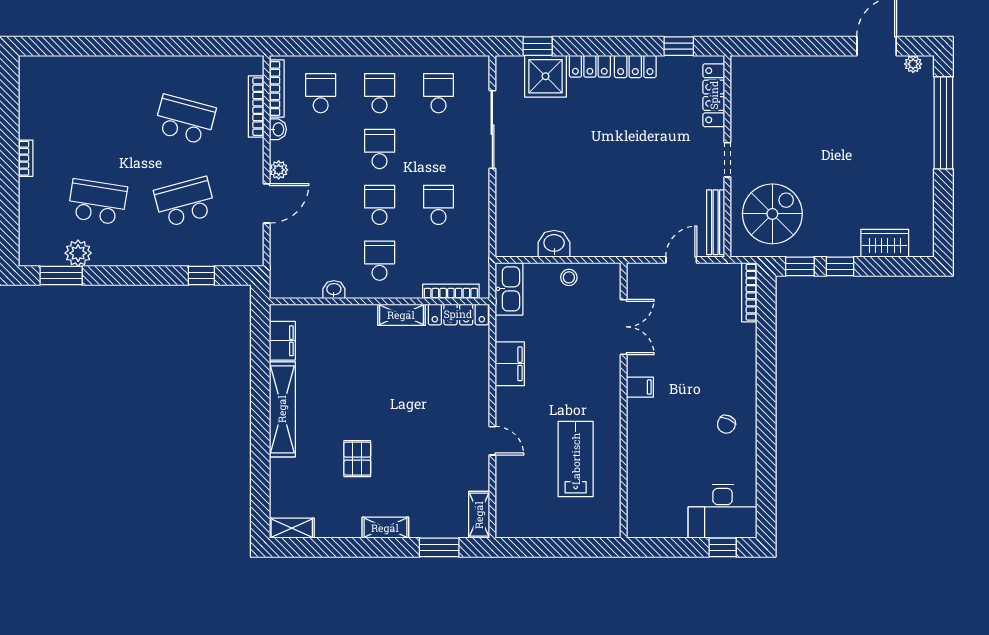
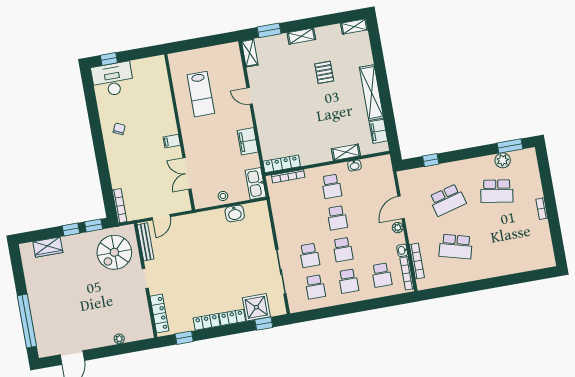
plant: (913, 64) -> (119, 339), moved
school desk: (438, 205) -> (309, 255), moved
shelving: (401, 315) -> (346, 152), moved

